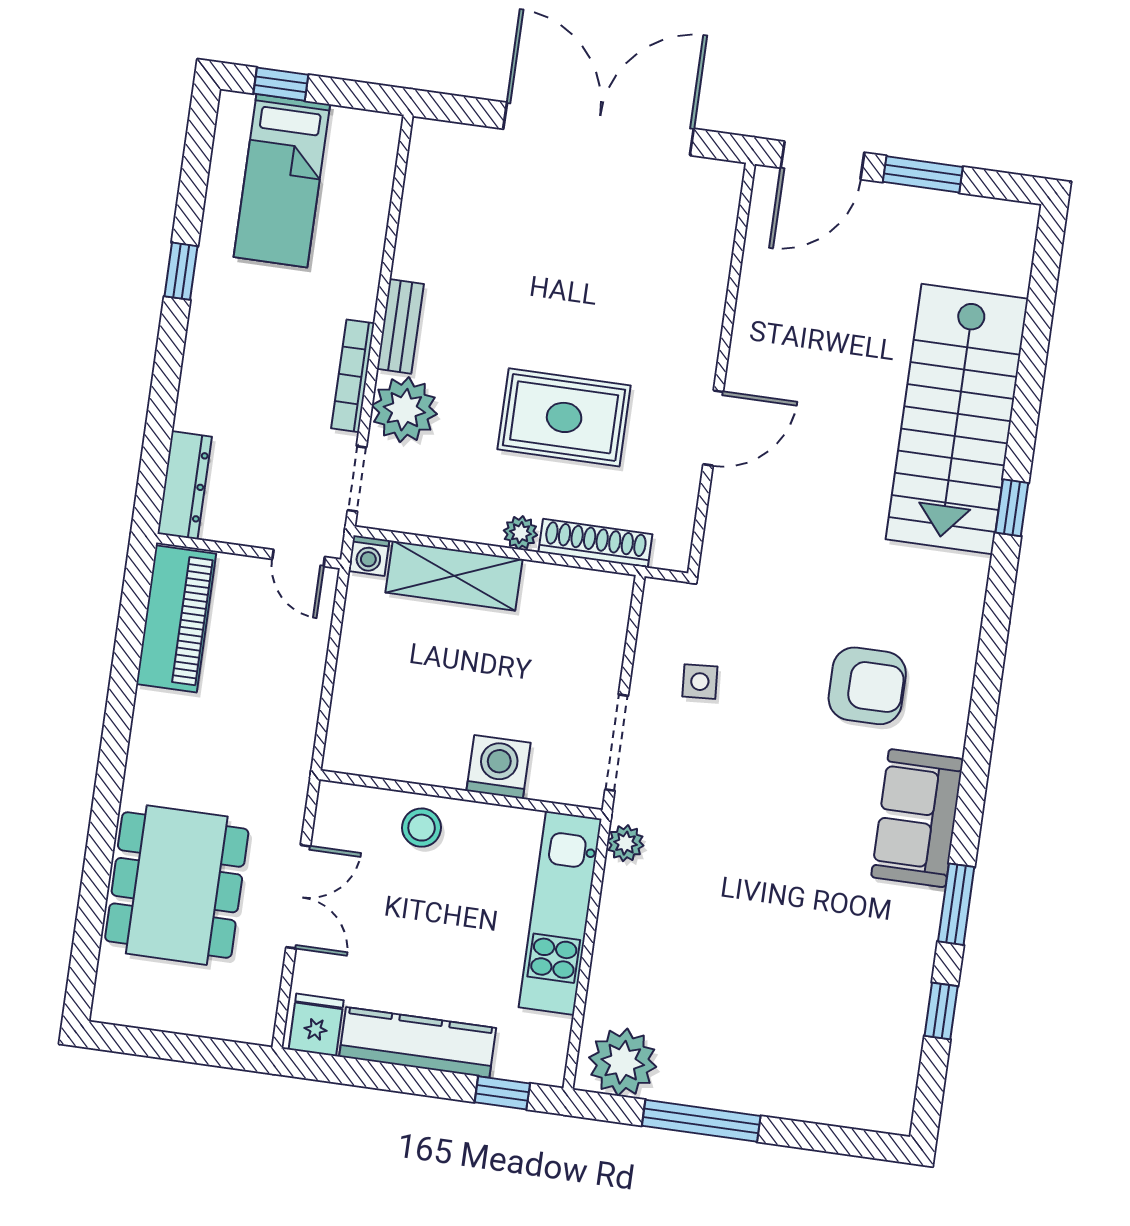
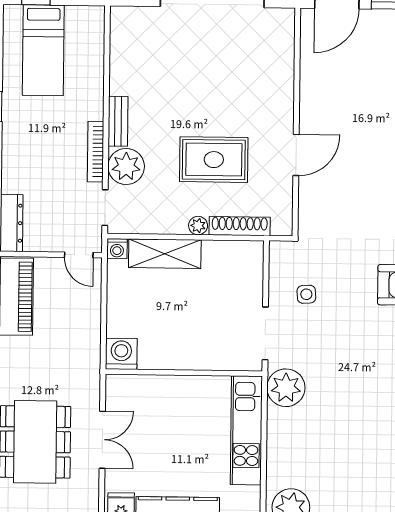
washing machine: (498, 767) -> (121, 354), moved
stool: (422, 828) -> (165, 393), removed
plant: (625, 843) -> (286, 388), width x1.87, depth x1.87

